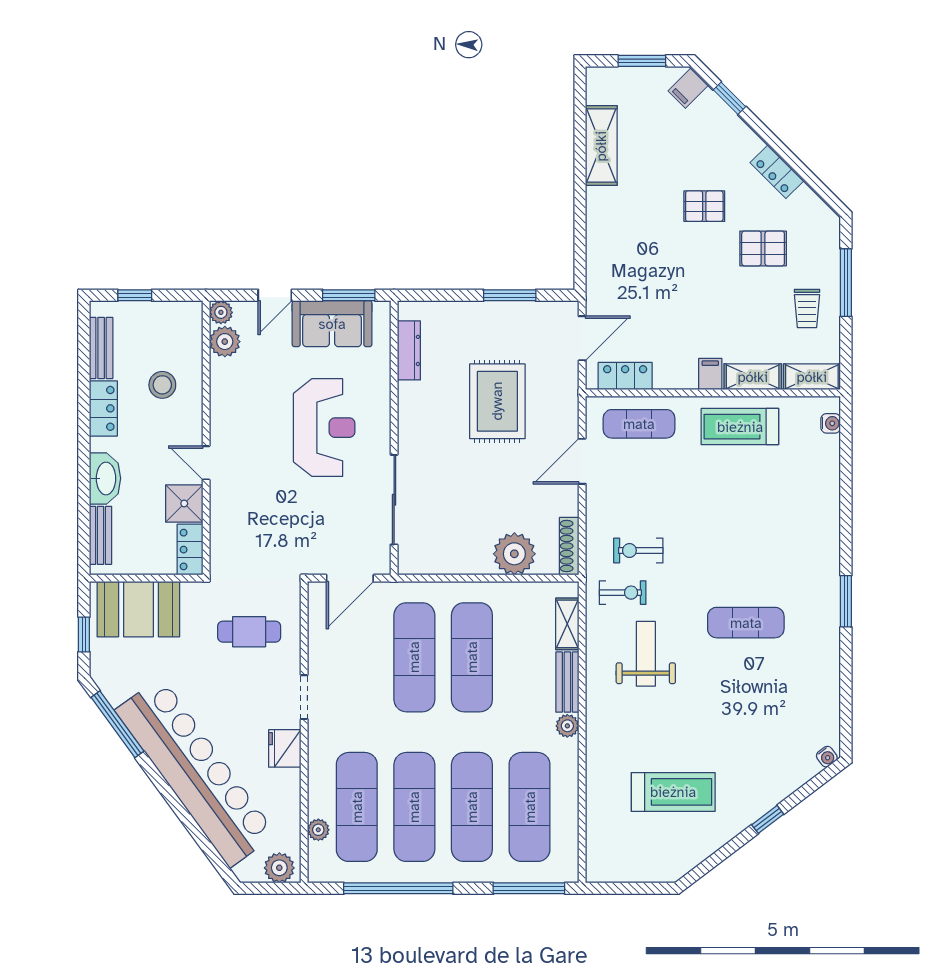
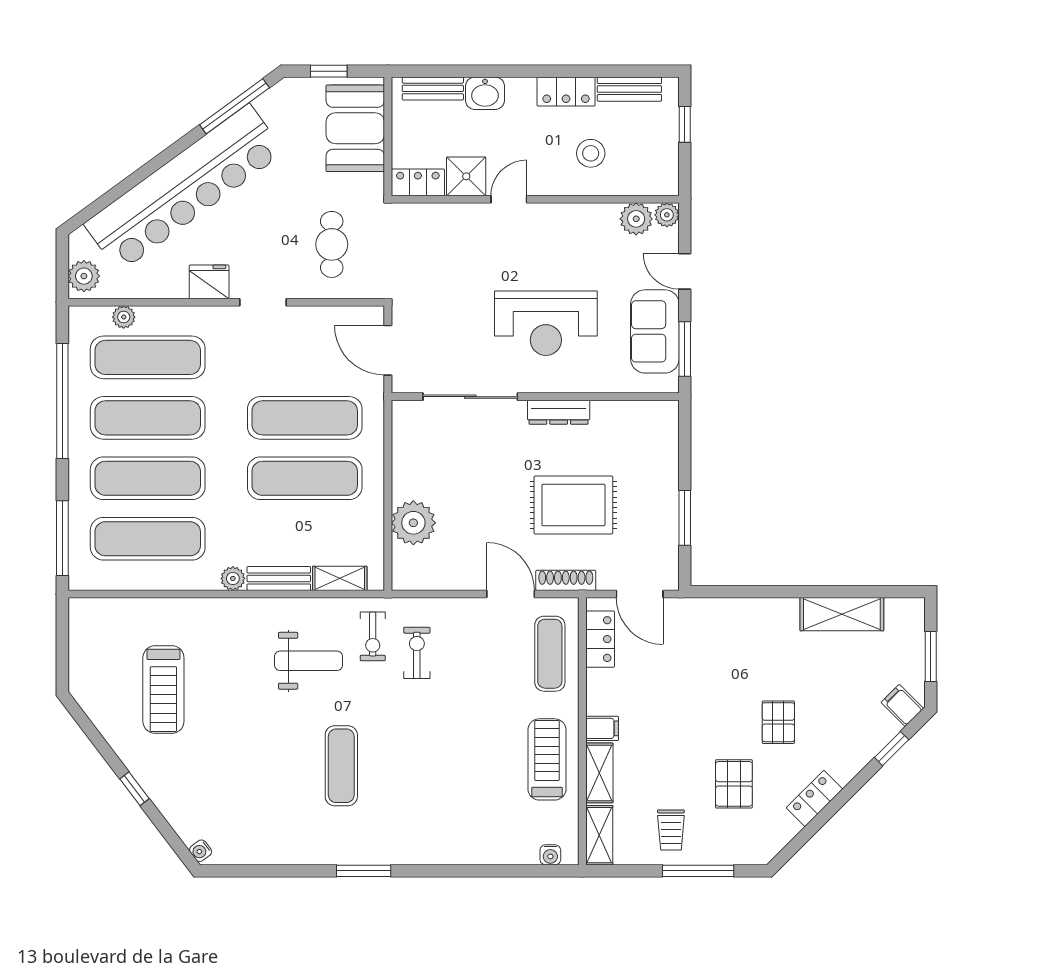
trolley: (807, 308) -> (671, 830), turned -90
dresser: (409, 350) -> (559, 412), moved
washbasin: (105, 478) -> (485, 93), width x0.72
shoe rack: (569, 546) -> (566, 580), moved

